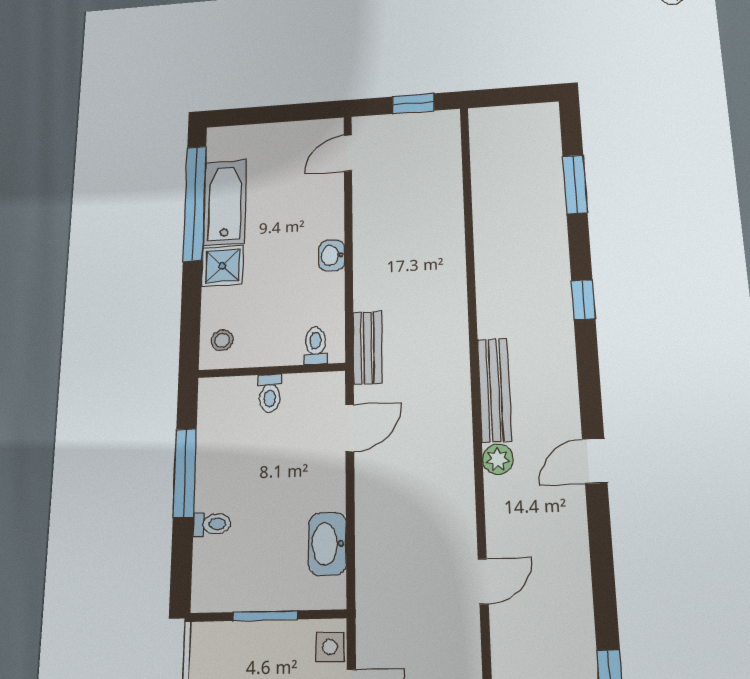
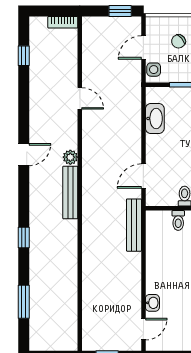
washbasin: (332, 255) -> (152, 303), moved
toilet: (316, 346) -> (178, 220), moved
bench: (368, 348) -> (134, 225), width x1.36
door: (483, 581) -> (80, 98), swing flipped

